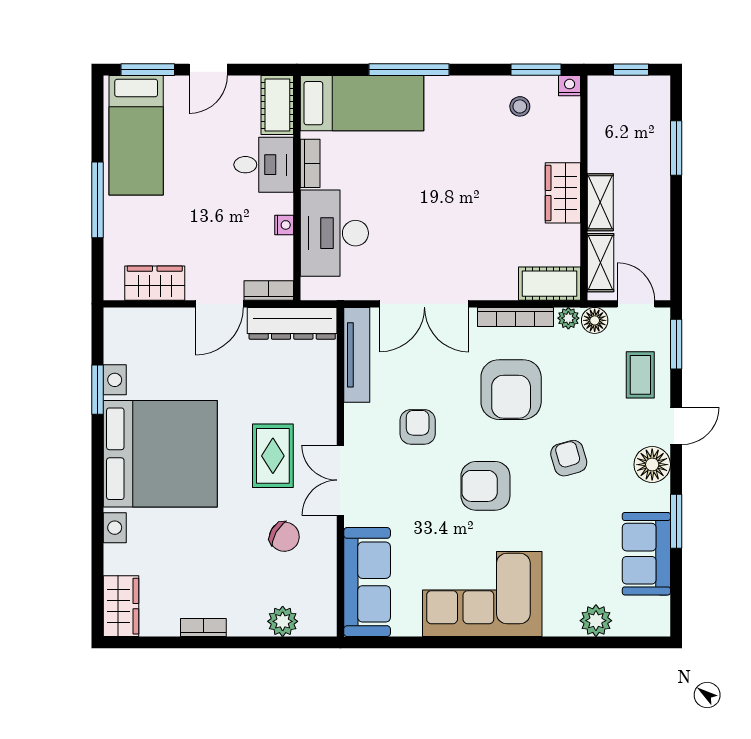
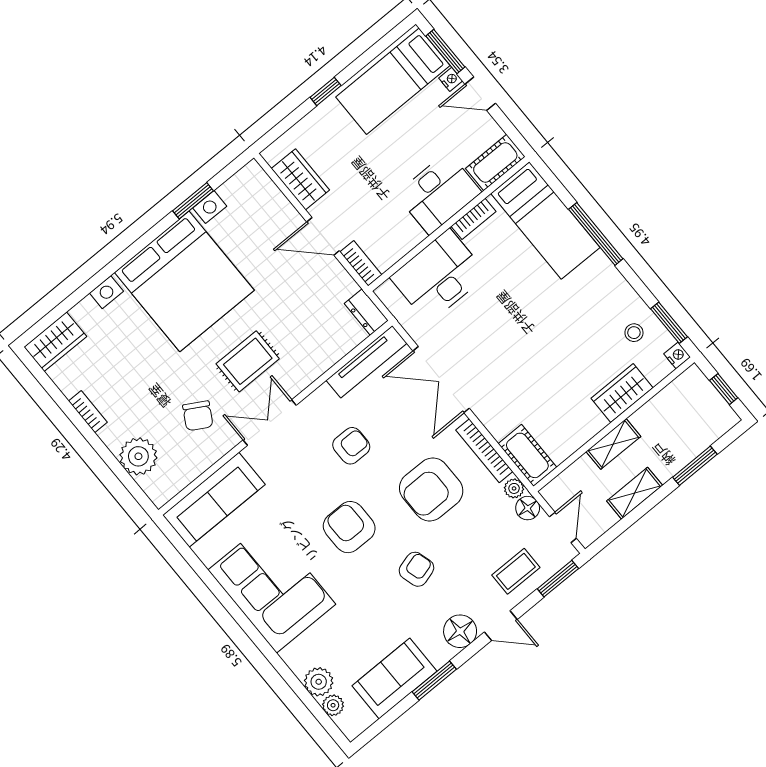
desk: (264, 165) -> (439, 193), width x1.37
wardrobe: (563, 193) -> (622, 393), moved
window: (98, 200) -> (326, 91), width x0.46
nightstand: (284, 225) -> (451, 79), moved, turned -90
shelving: (601, 263) -> (635, 493), moved
dresser: (292, 323) -> (366, 312), width x0.51, depth x0.80
plant: (283, 621) -> (138, 456), width x1.36, depth x1.36
plant: (626, 625) -> (333, 705), added

